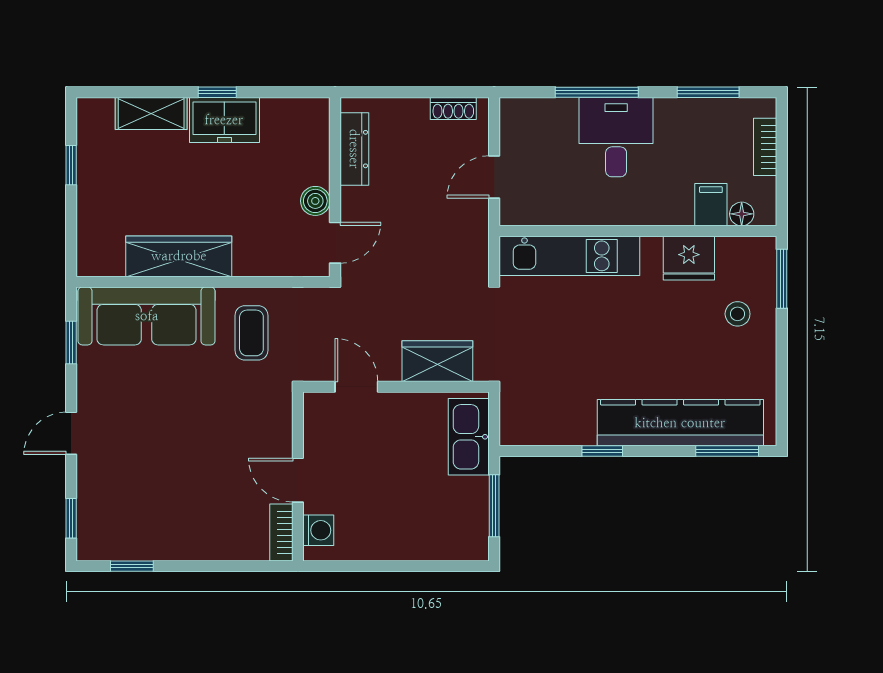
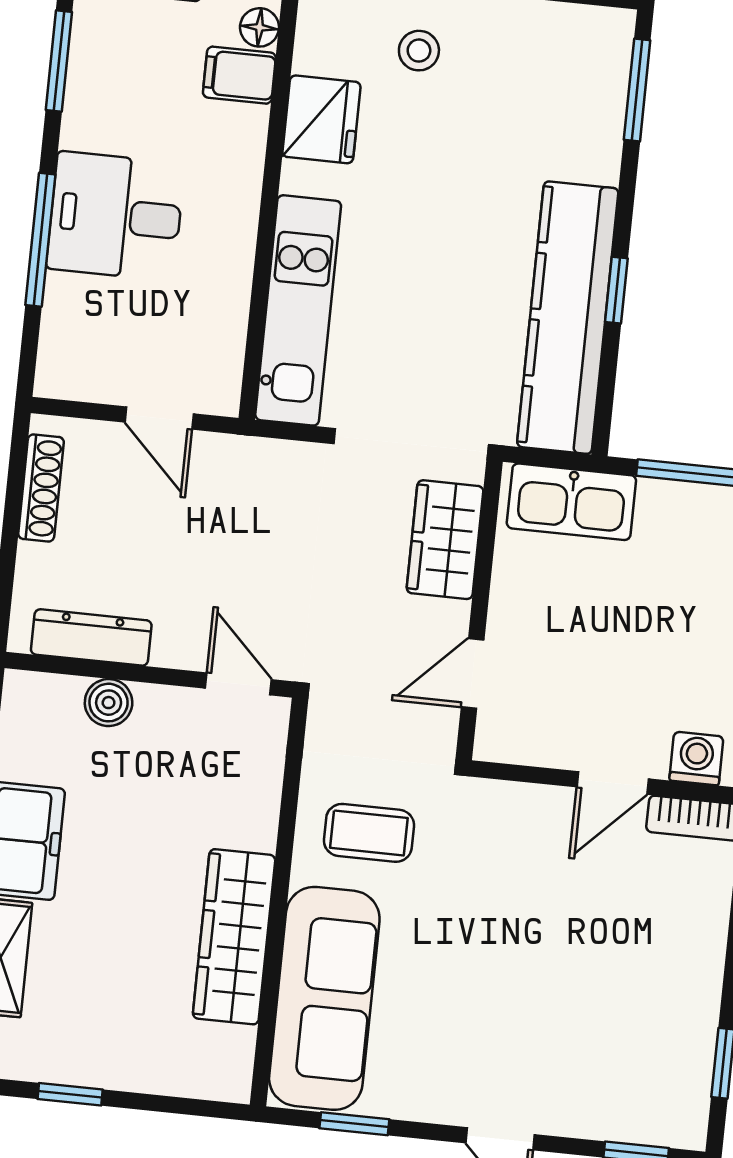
shoe rack: (453, 109) -> (41, 488), width x1.43
boiler: (315, 201) -> (109, 703), moved
kitchen counter: (680, 423) -> (568, 318), moved

